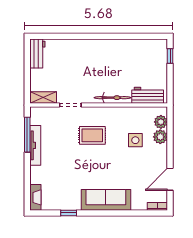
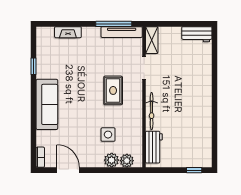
tv unit: (35, 145) -> (122, 32), moved
fireplace: (35, 197) -> (68, 32), moved

